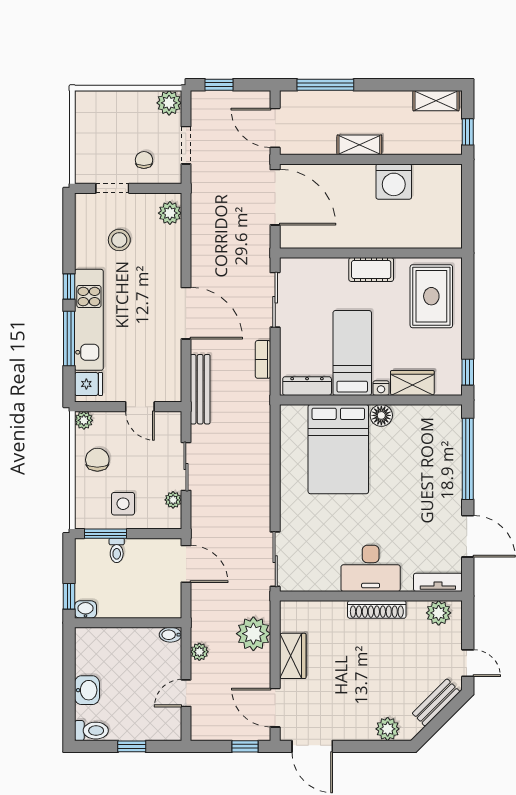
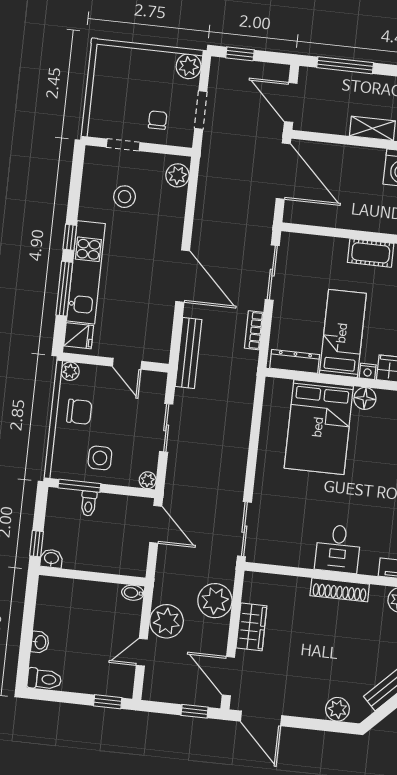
chair: (97, 460) -> (79, 412), turned 90
plant: (173, 500) -> (148, 480), moved
desk: (371, 568) -> (338, 549), width x0.73
plant: (199, 652) -> (167, 621), width x1.87, depth x1.87
washbasin: (87, 690) -> (40, 642), width x0.72, depth x0.69
window: (132, 746) -> (108, 702), moved

